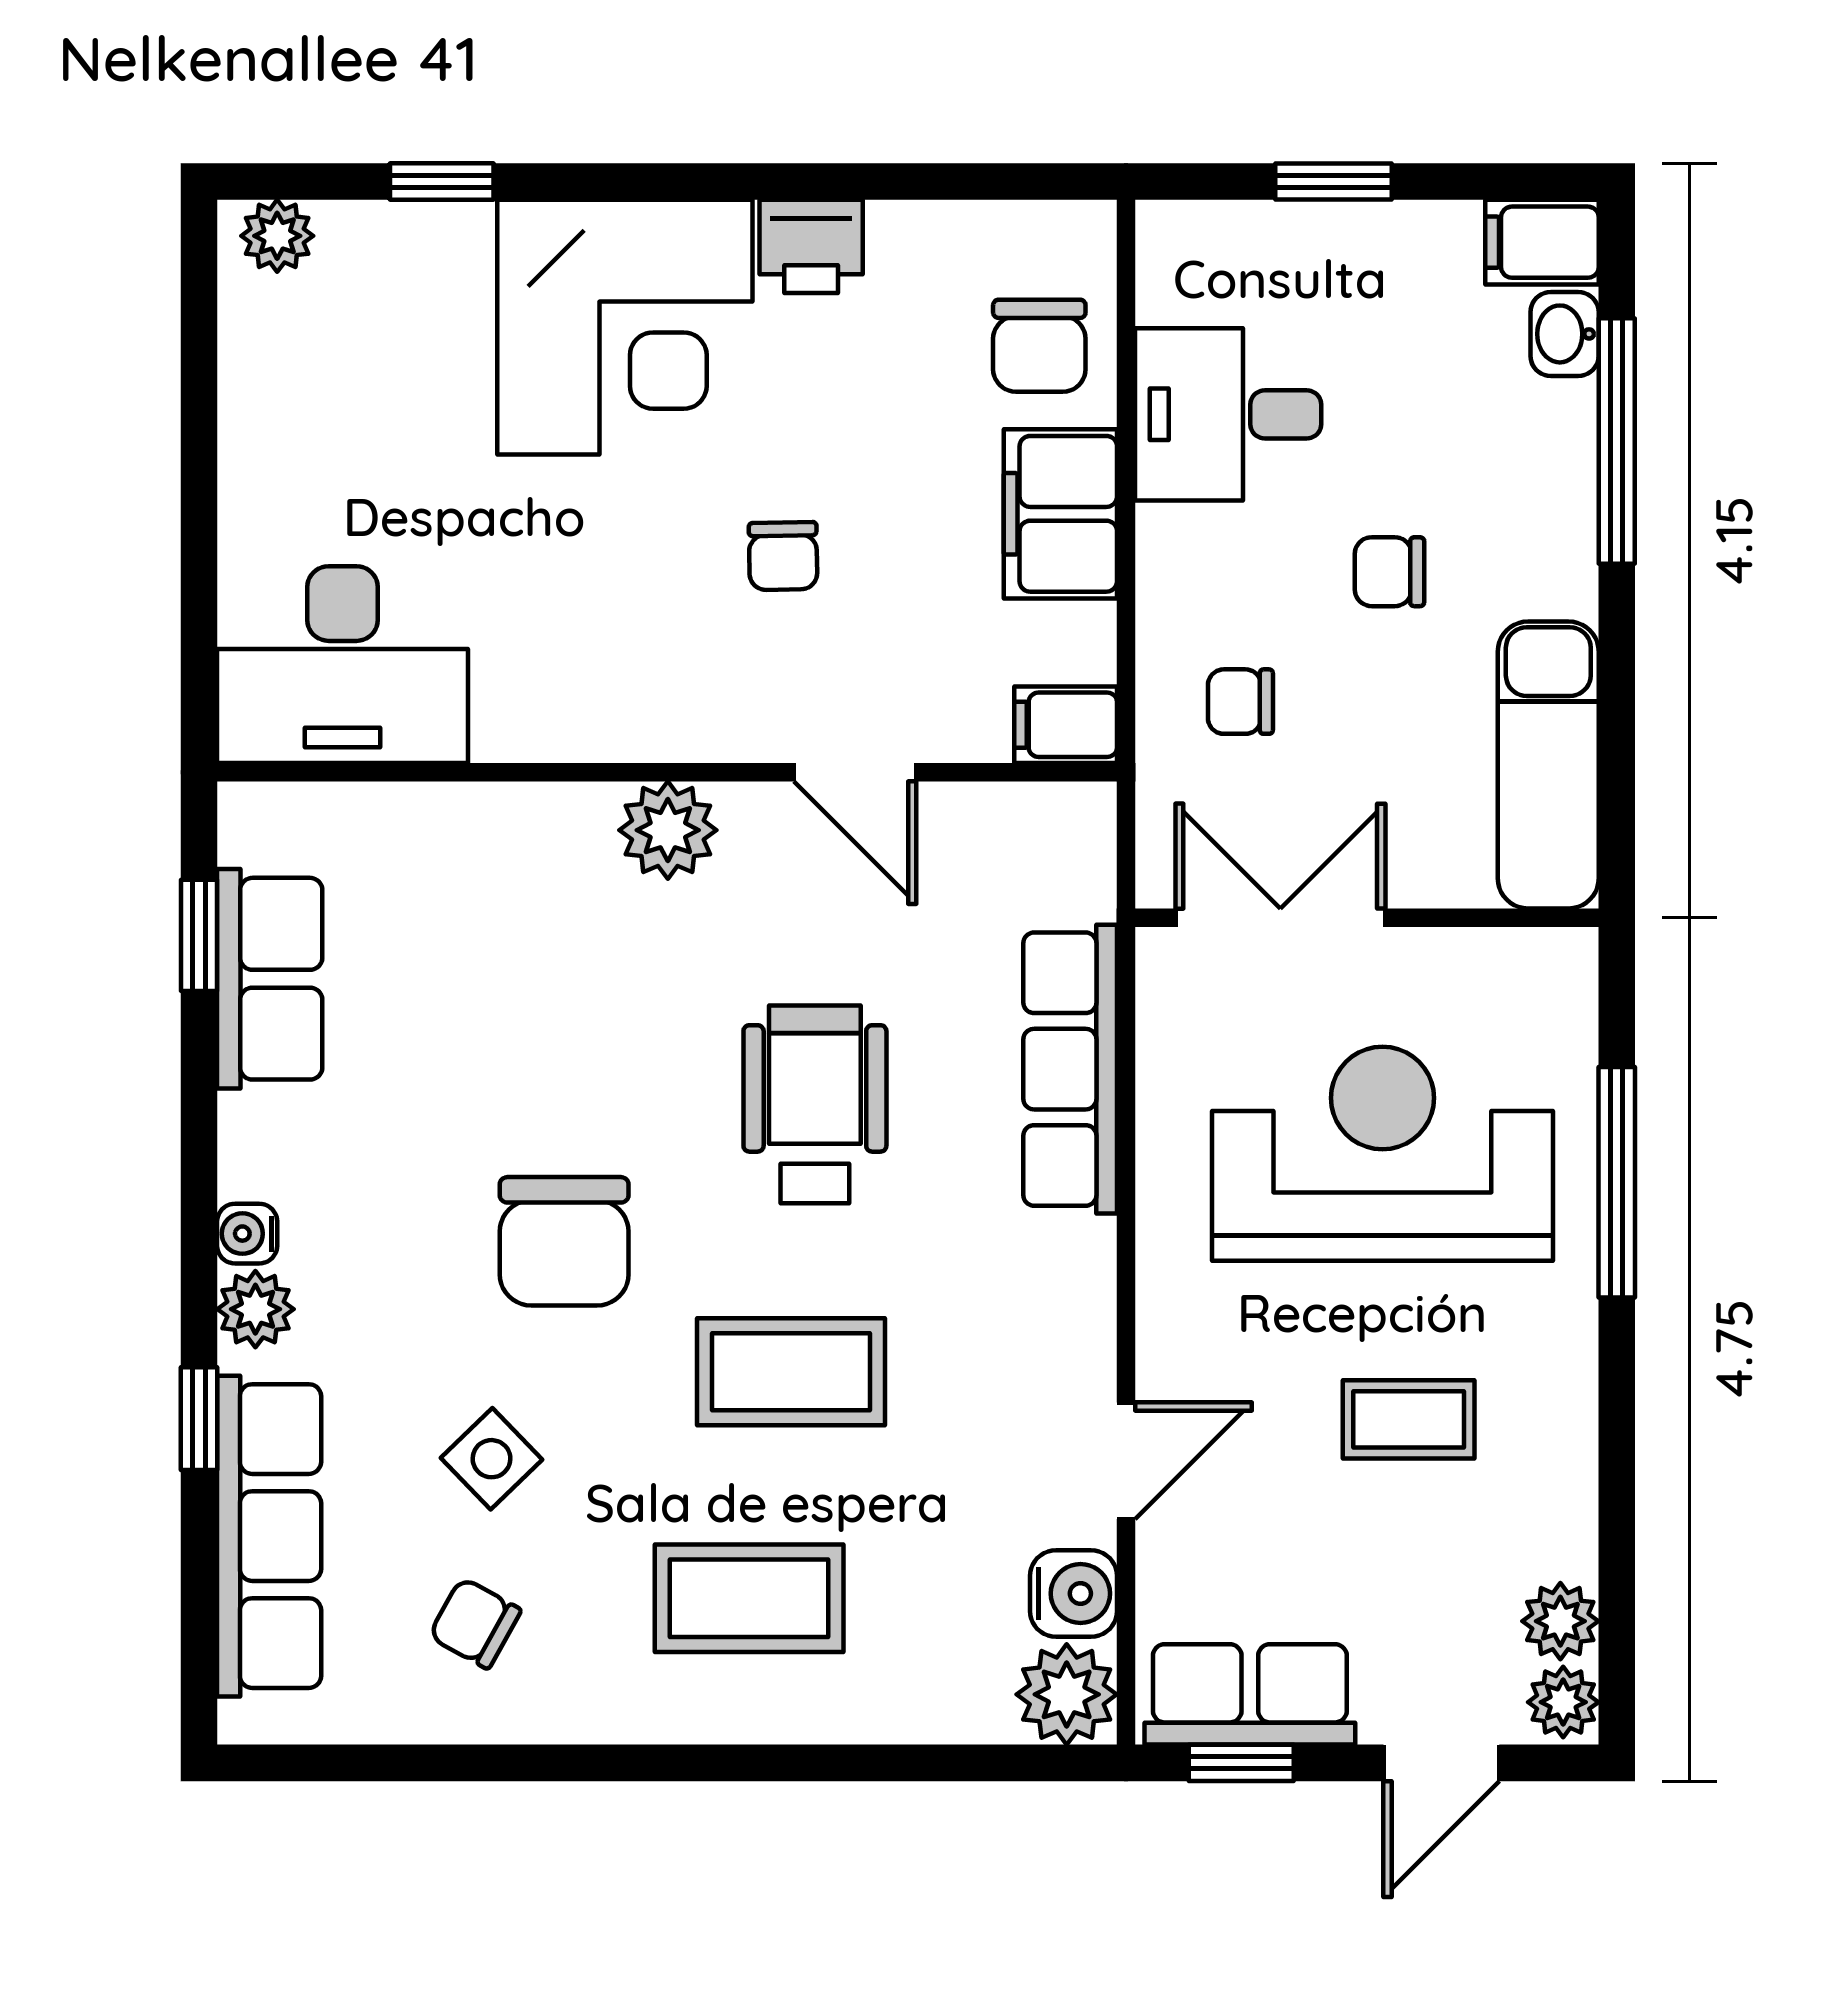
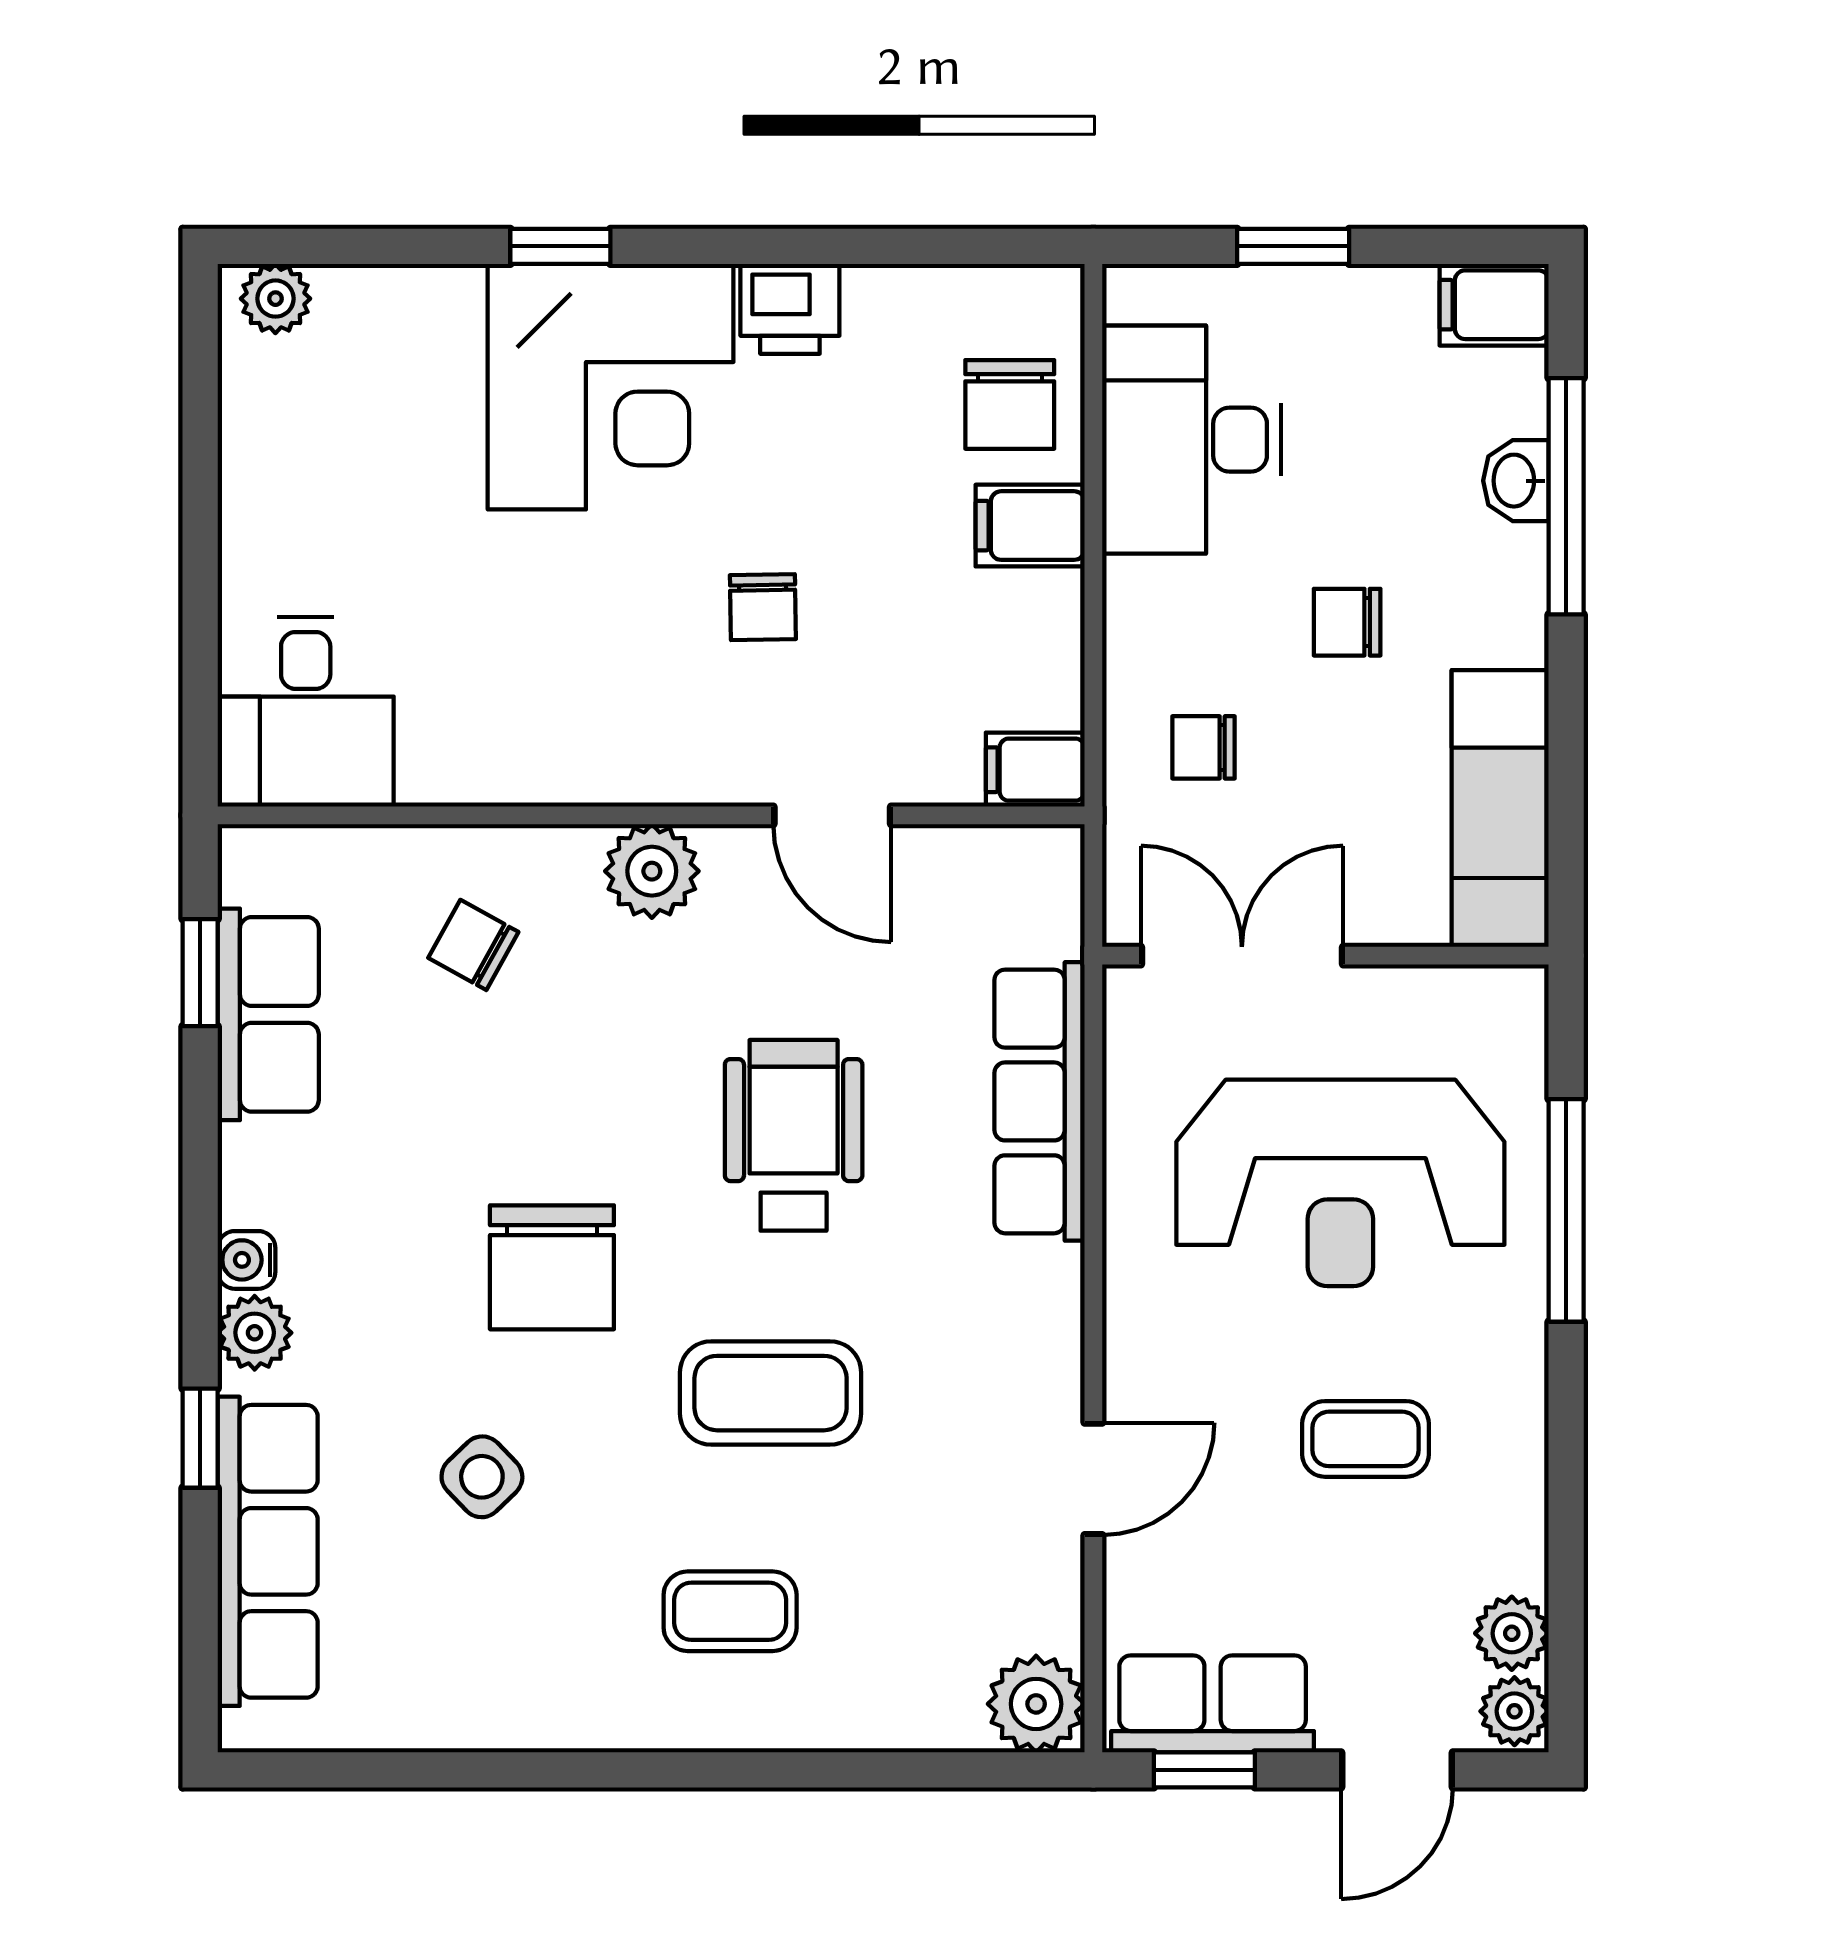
window: (442, 182) -> (560, 246), moved
washbasin: (1565, 334) -> (1516, 481), moved
desk: (1228, 414) -> (1192, 440), width x1.37
filing cabinet: (1060, 514) -> (1030, 526), width x0.50
desk: (343, 665) -> (306, 712), width x0.73
reception desk: (1382, 1154) -> (1340, 1183), turned 180
water cooler: (1073, 1594) -> (1043, 1607), removed
coffee table: (749, 1598) -> (730, 1611), width x0.73, depth x0.77
chair: (475, 1623) -> (473, 945), moved

